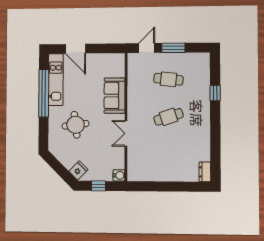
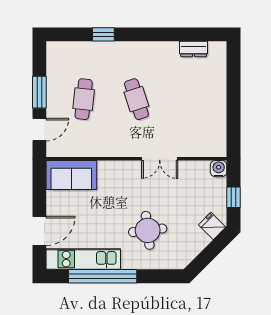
door: (147, 48) -> (39, 130), swing flipped
sofa: (115, 96) -> (71, 175), moved
dresser: (205, 172) -> (194, 49), moved

